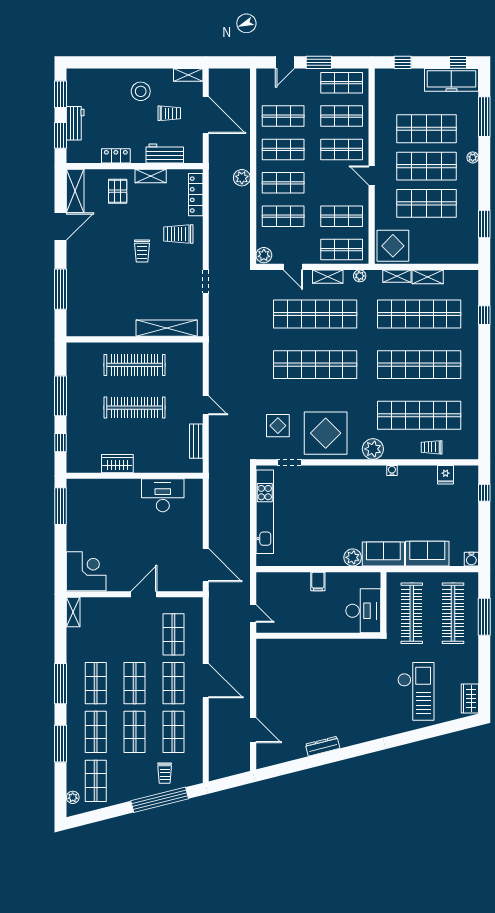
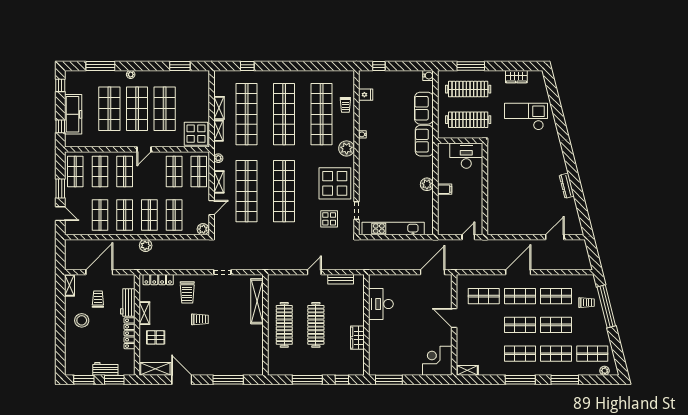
freezer: (451, 80) -> (73, 114), moved
locker: (116, 156) -> (130, 333), width x1.53
plant: (353, 557) -> (427, 184), moved
wardrobe: (470, 698) -> (516, 77), moved

